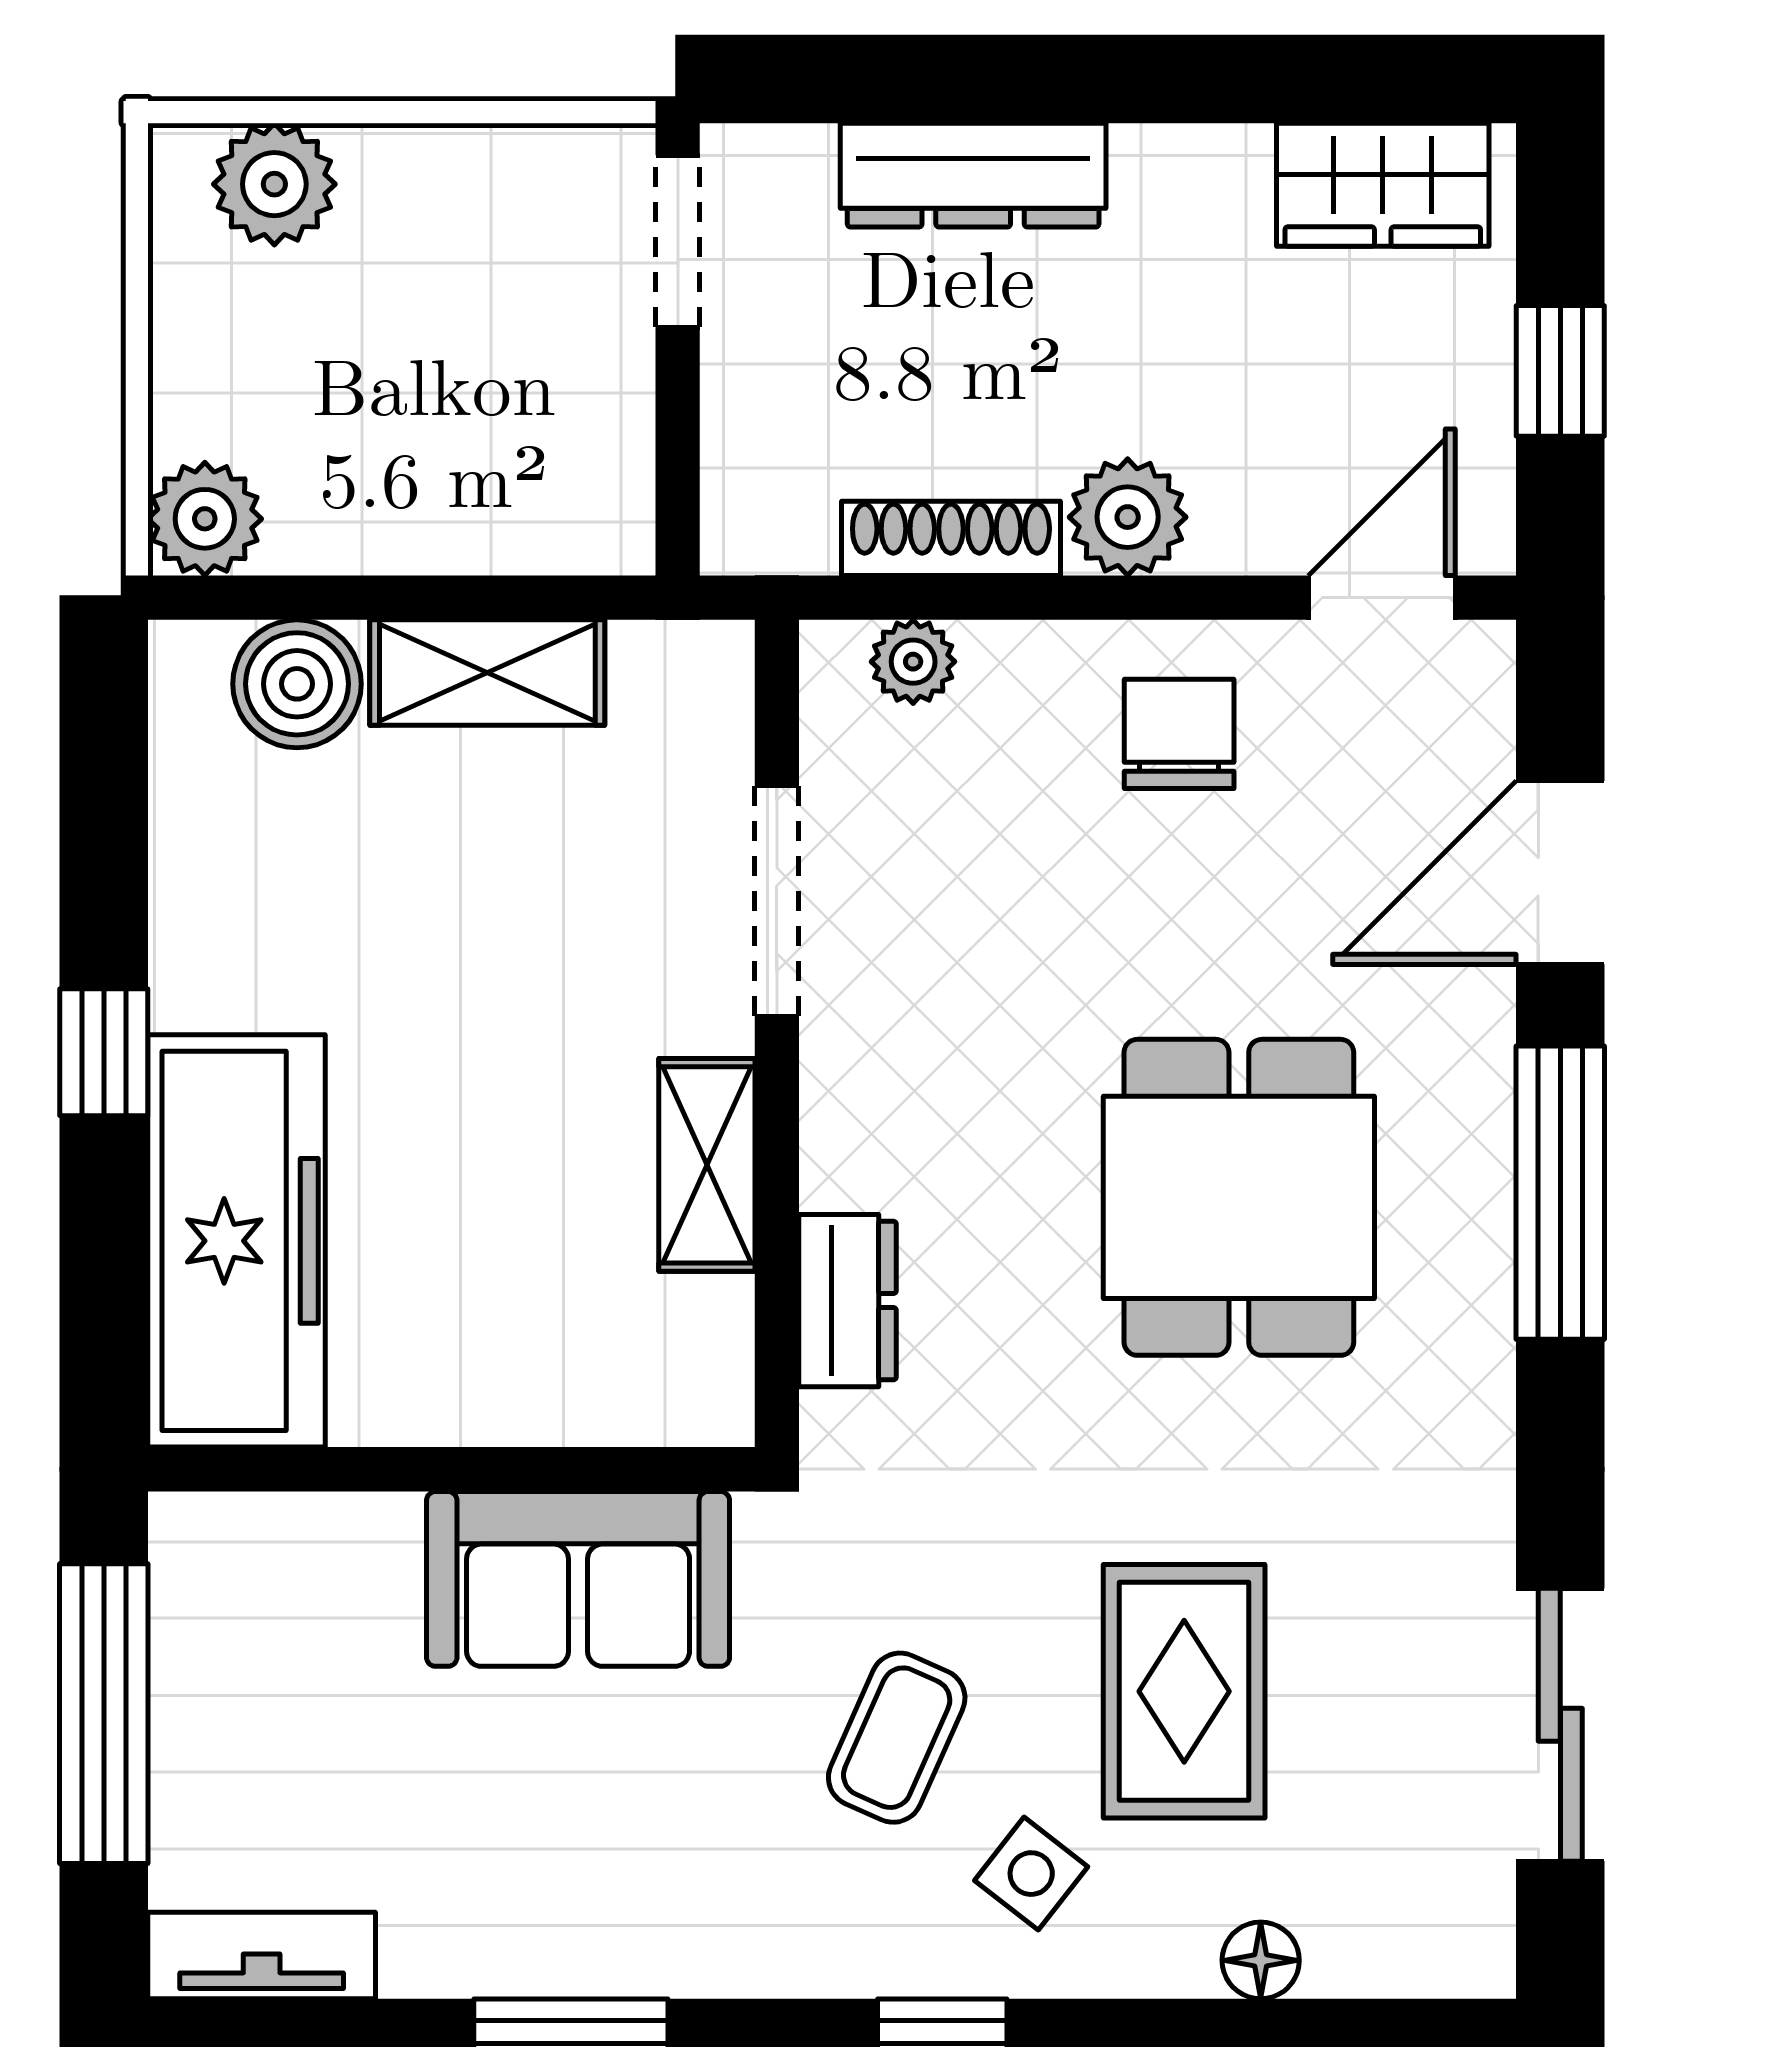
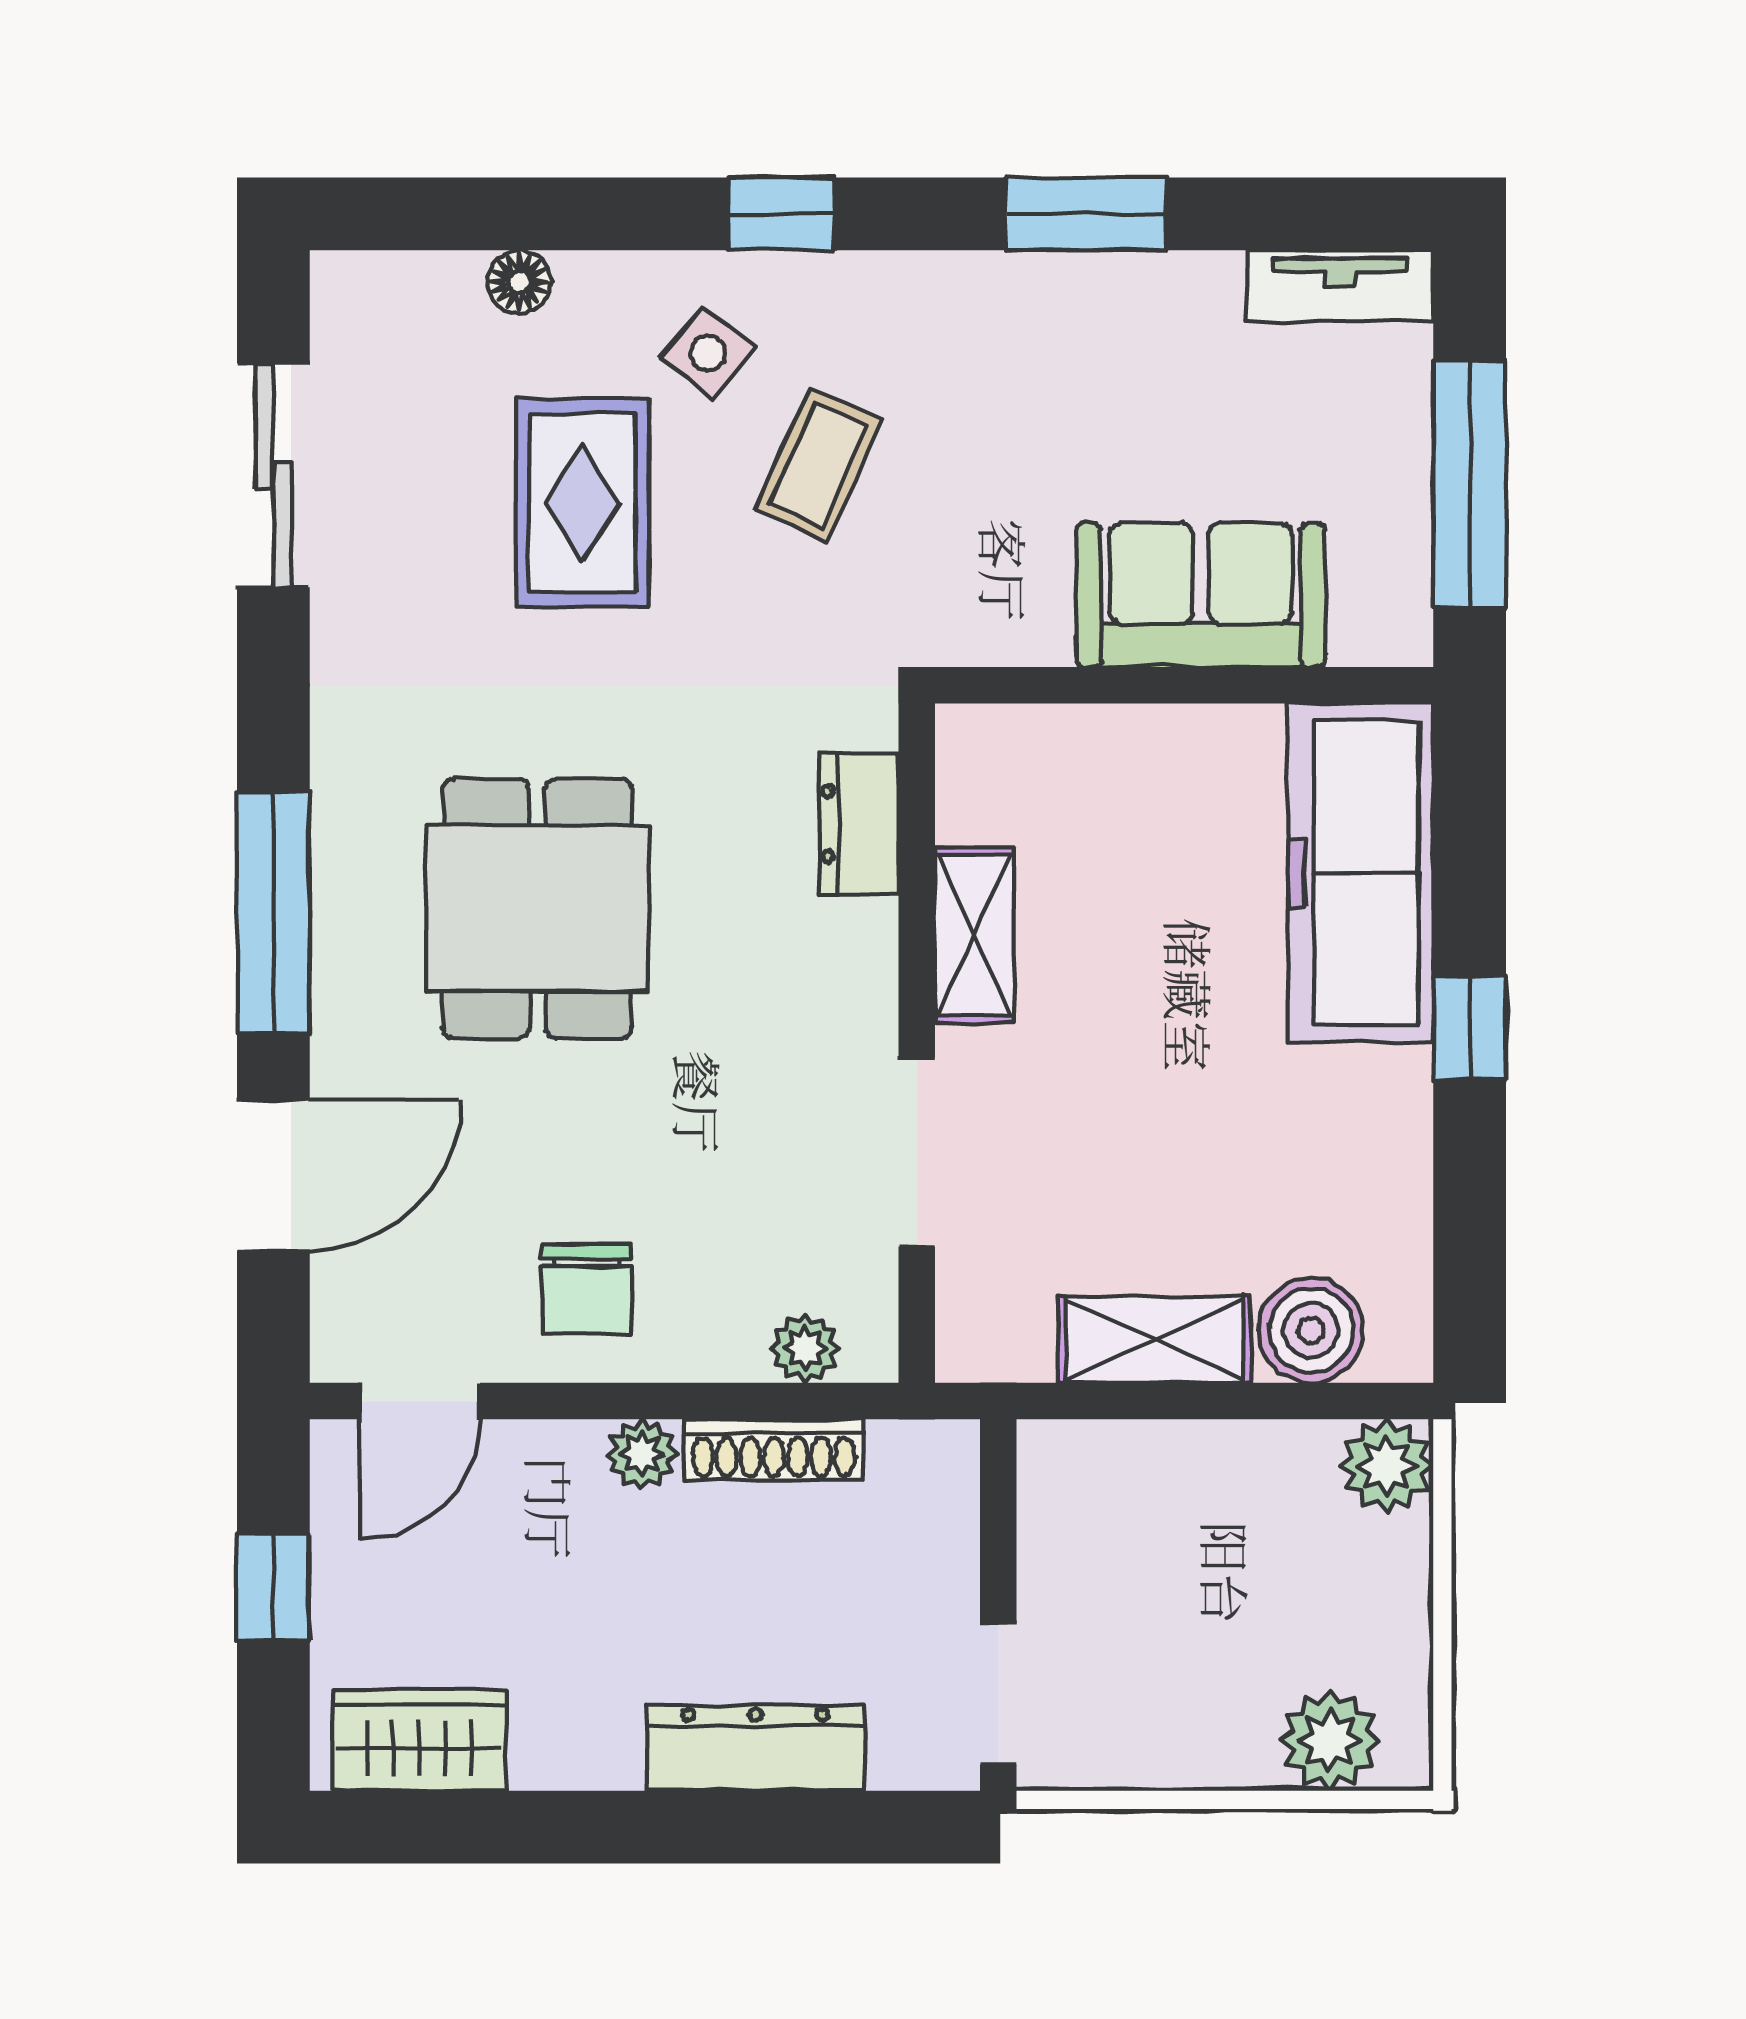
plant: (1128, 517) -> (642, 1454), width x0.73, depth x0.73
sofa: (578, 1579) -> (1201, 595), moved

